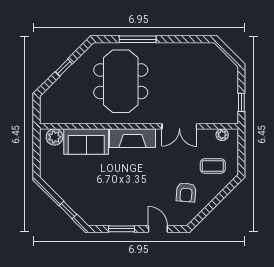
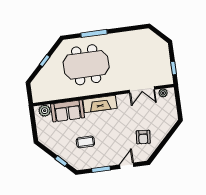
meeting table: (121, 81) -> (86, 65), turned 90
double door: (179, 126) -> (142, 90), moved
coffee table: (213, 166) -> (85, 142), moved
door: (158, 229) -> (127, 166), hinge flipped

